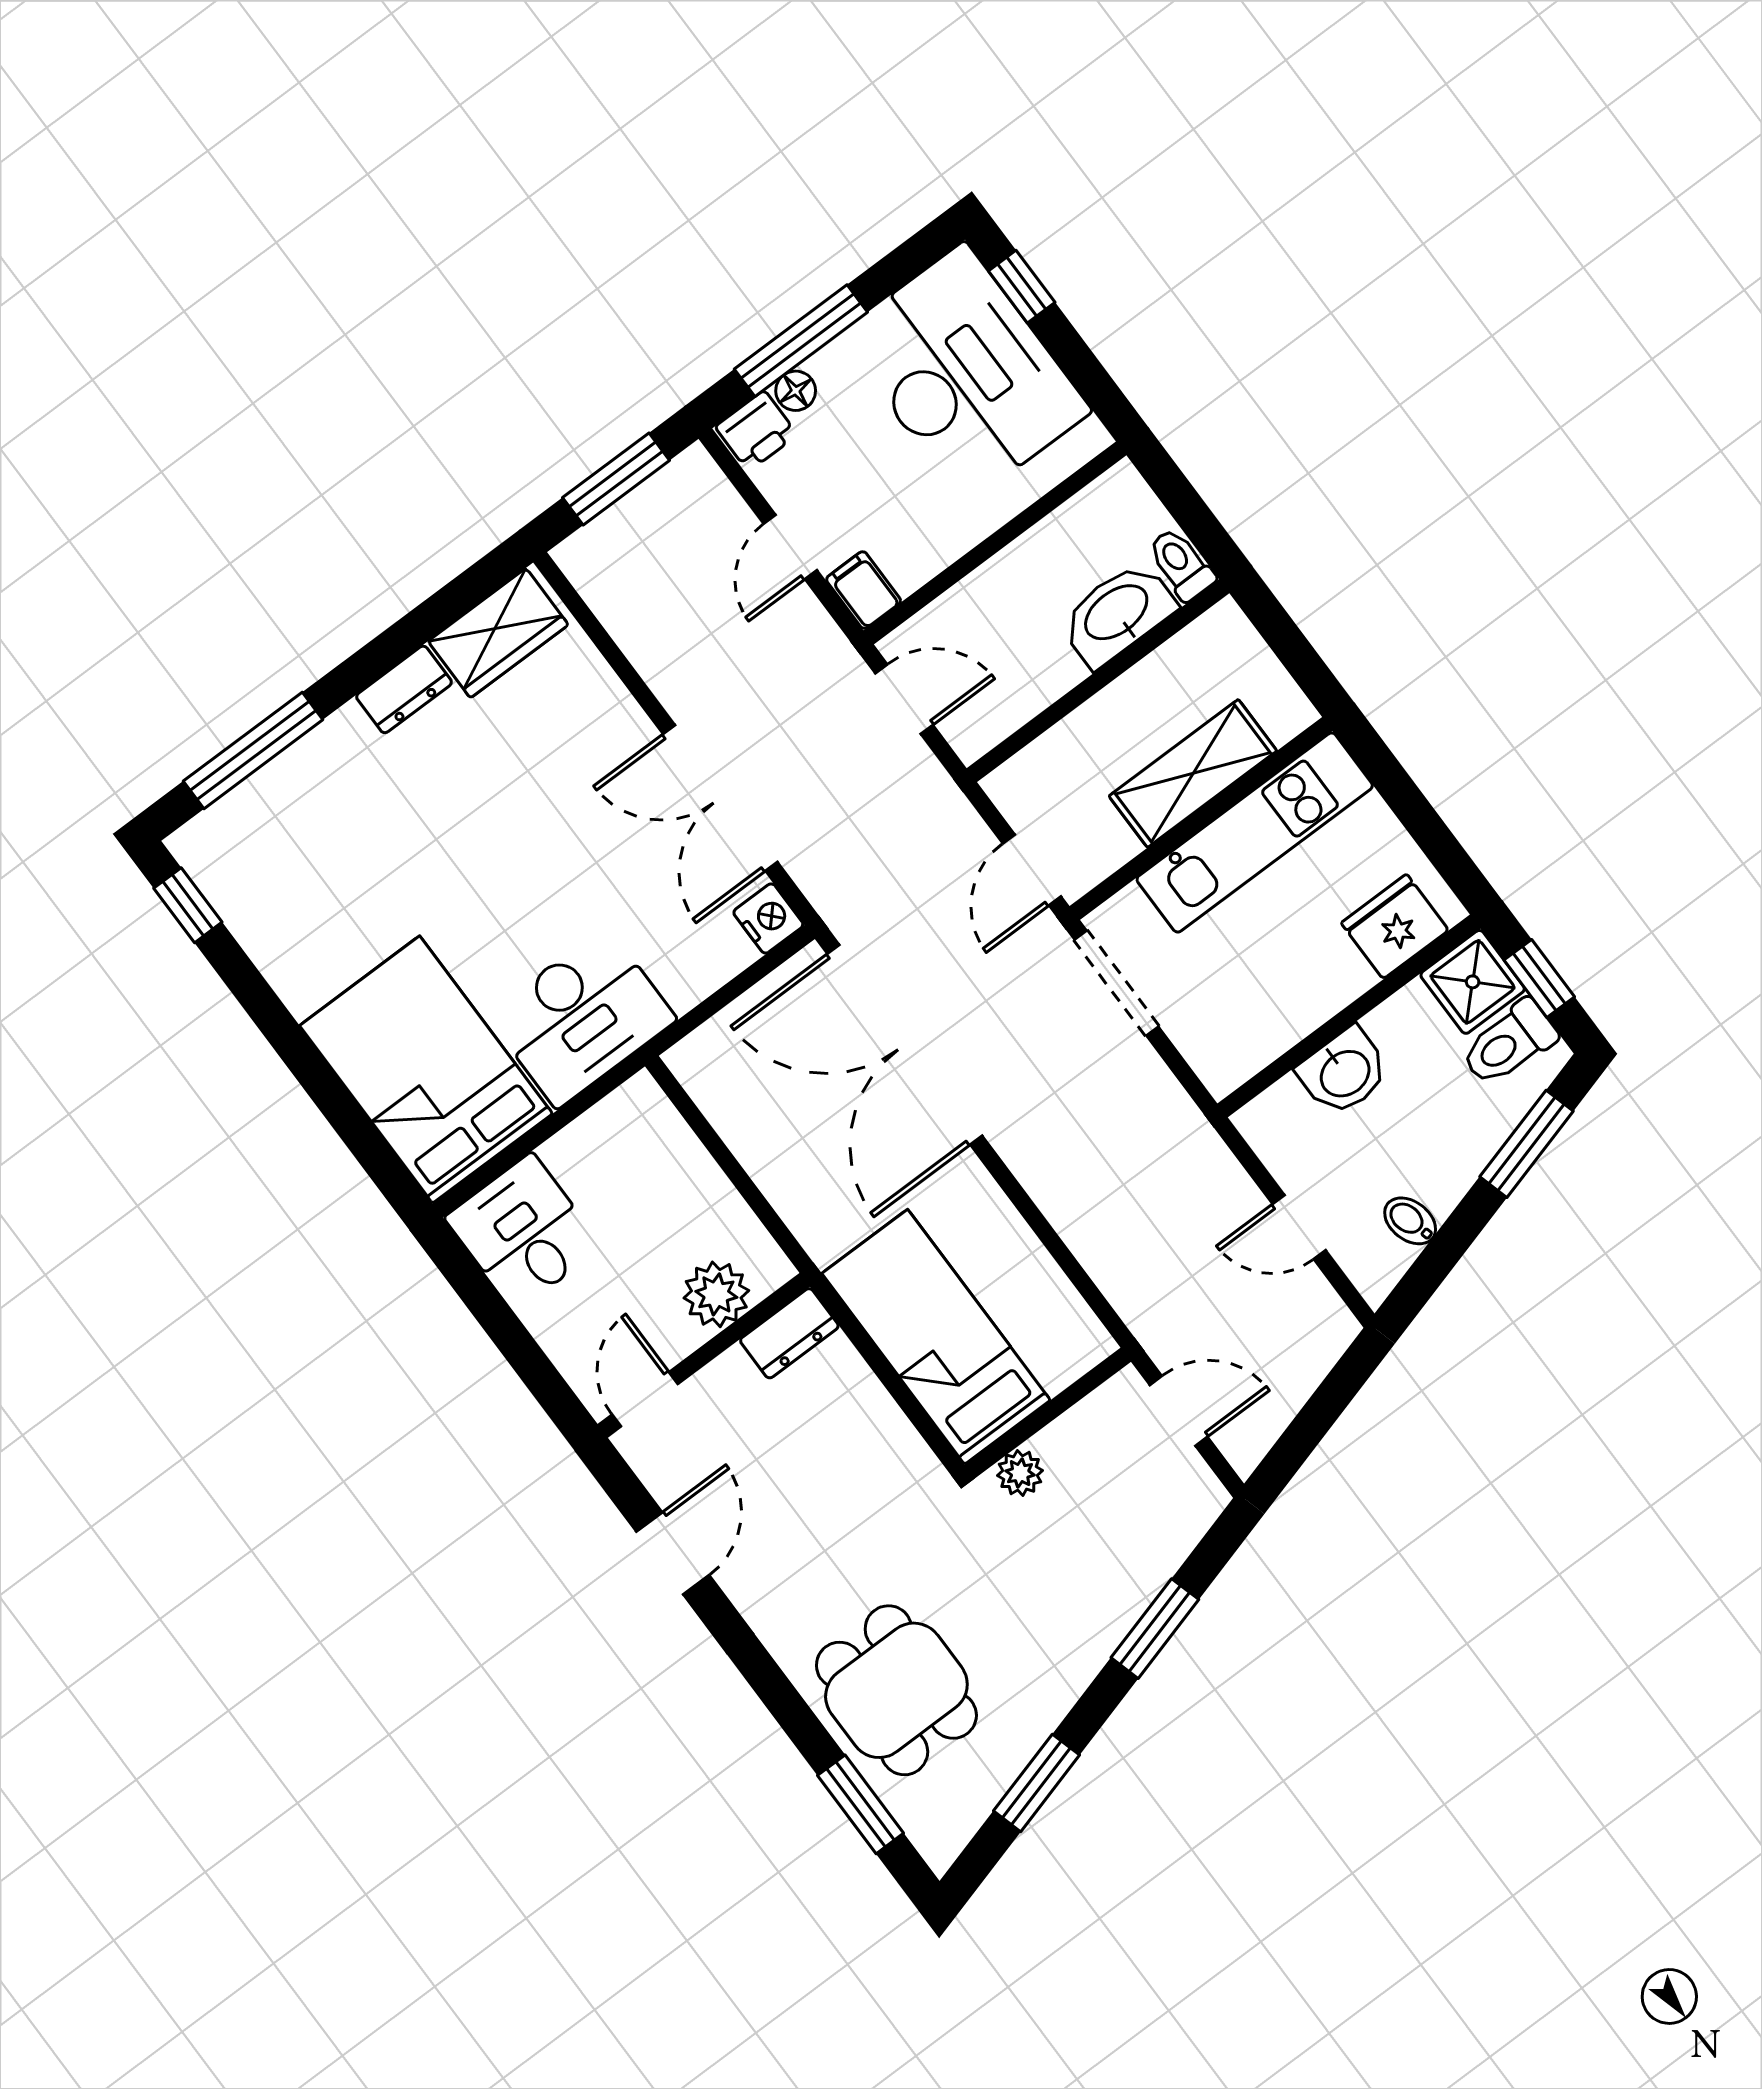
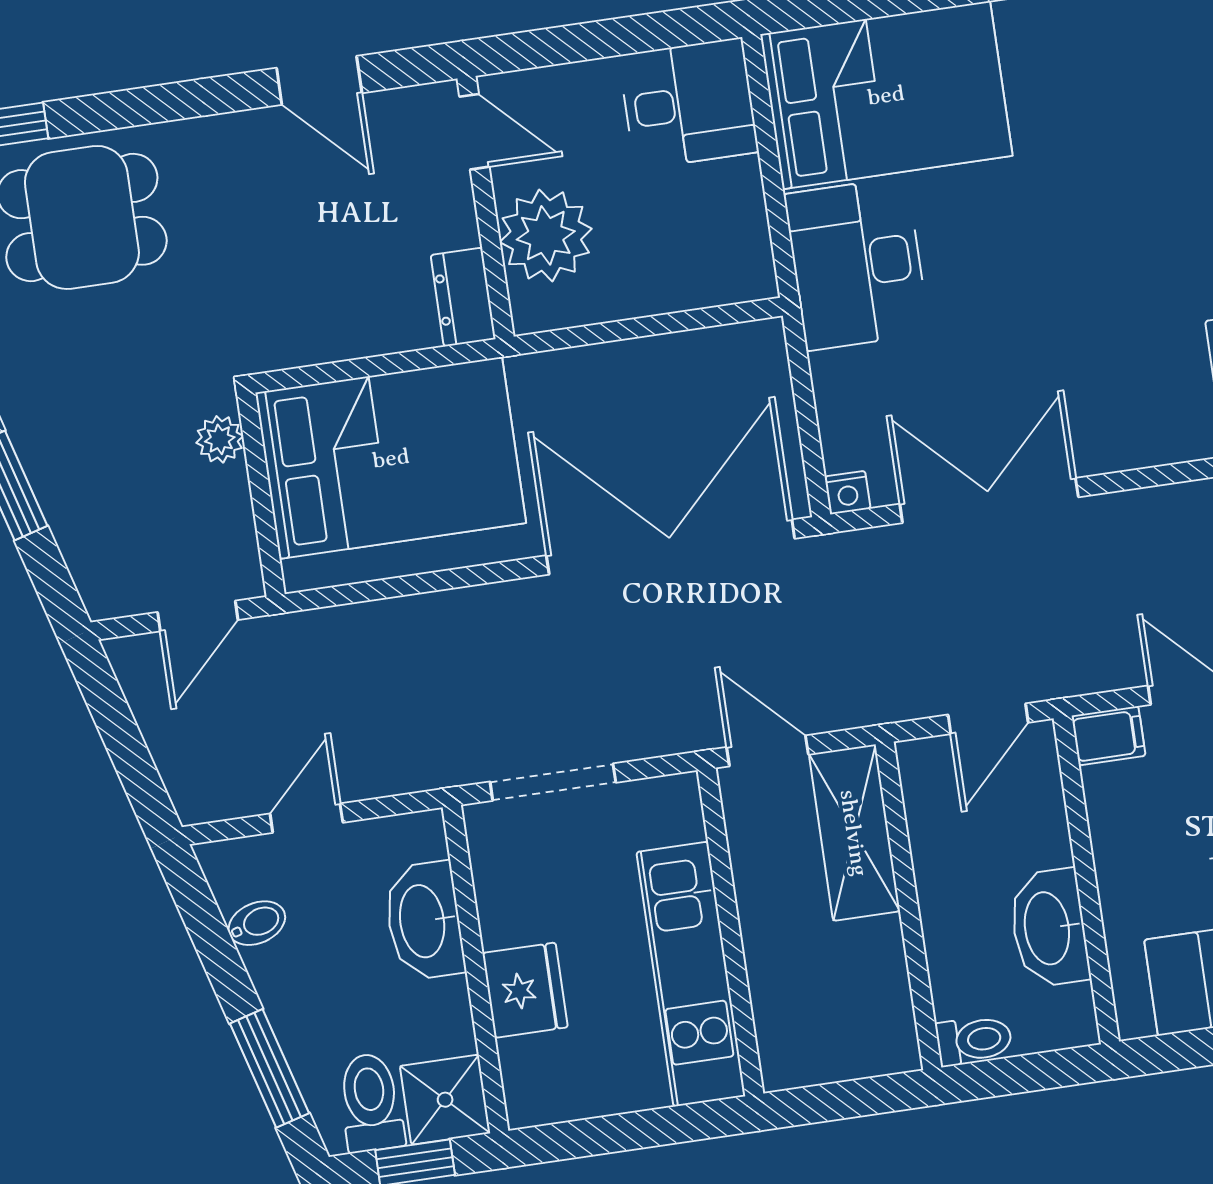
washbasin: (1117, 614) -> (1049, 928), moved, turned 180
shelving: (1193, 773) -> (854, 833), moved
nightstand: (768, 918) -> (848, 493), width x0.72, depth x0.74
fridge: (1395, 927) -> (525, 990), moved
doorway: (1117, 983) -> (553, 782), moved
washbasin: (1344, 1072) -> (424, 921), width x1.38
plant: (716, 1294) -> (546, 235), width x1.36, depth x1.36
bed: (936, 1337) -> (391, 458), width x1.50

